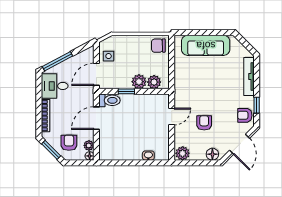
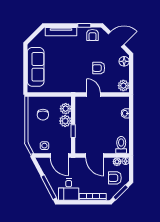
chair: (158, 46) -> (43, 115), moved
toilet: (109, 100) -> (121, 145), moved

